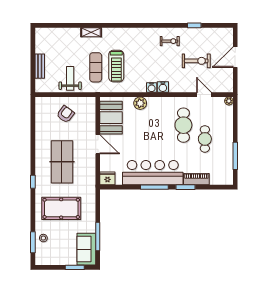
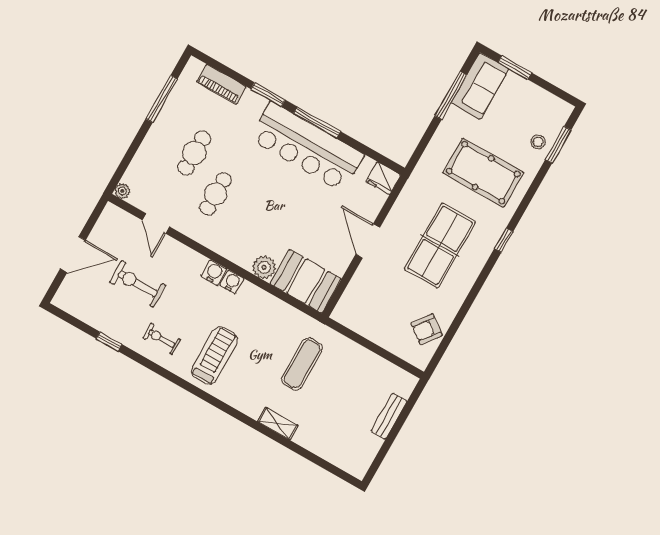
treadmill: (116, 66) -> (214, 356), moved
weight bench: (70, 78) -> (352, 369), removed
armchair: (65, 114) -> (427, 329), moved
booth: (111, 118) -> (306, 281), moved, turned 90
cafe table: (183, 125) -> (216, 194), width x0.73, depth x0.74
piano: (196, 179) -> (221, 84), moved

